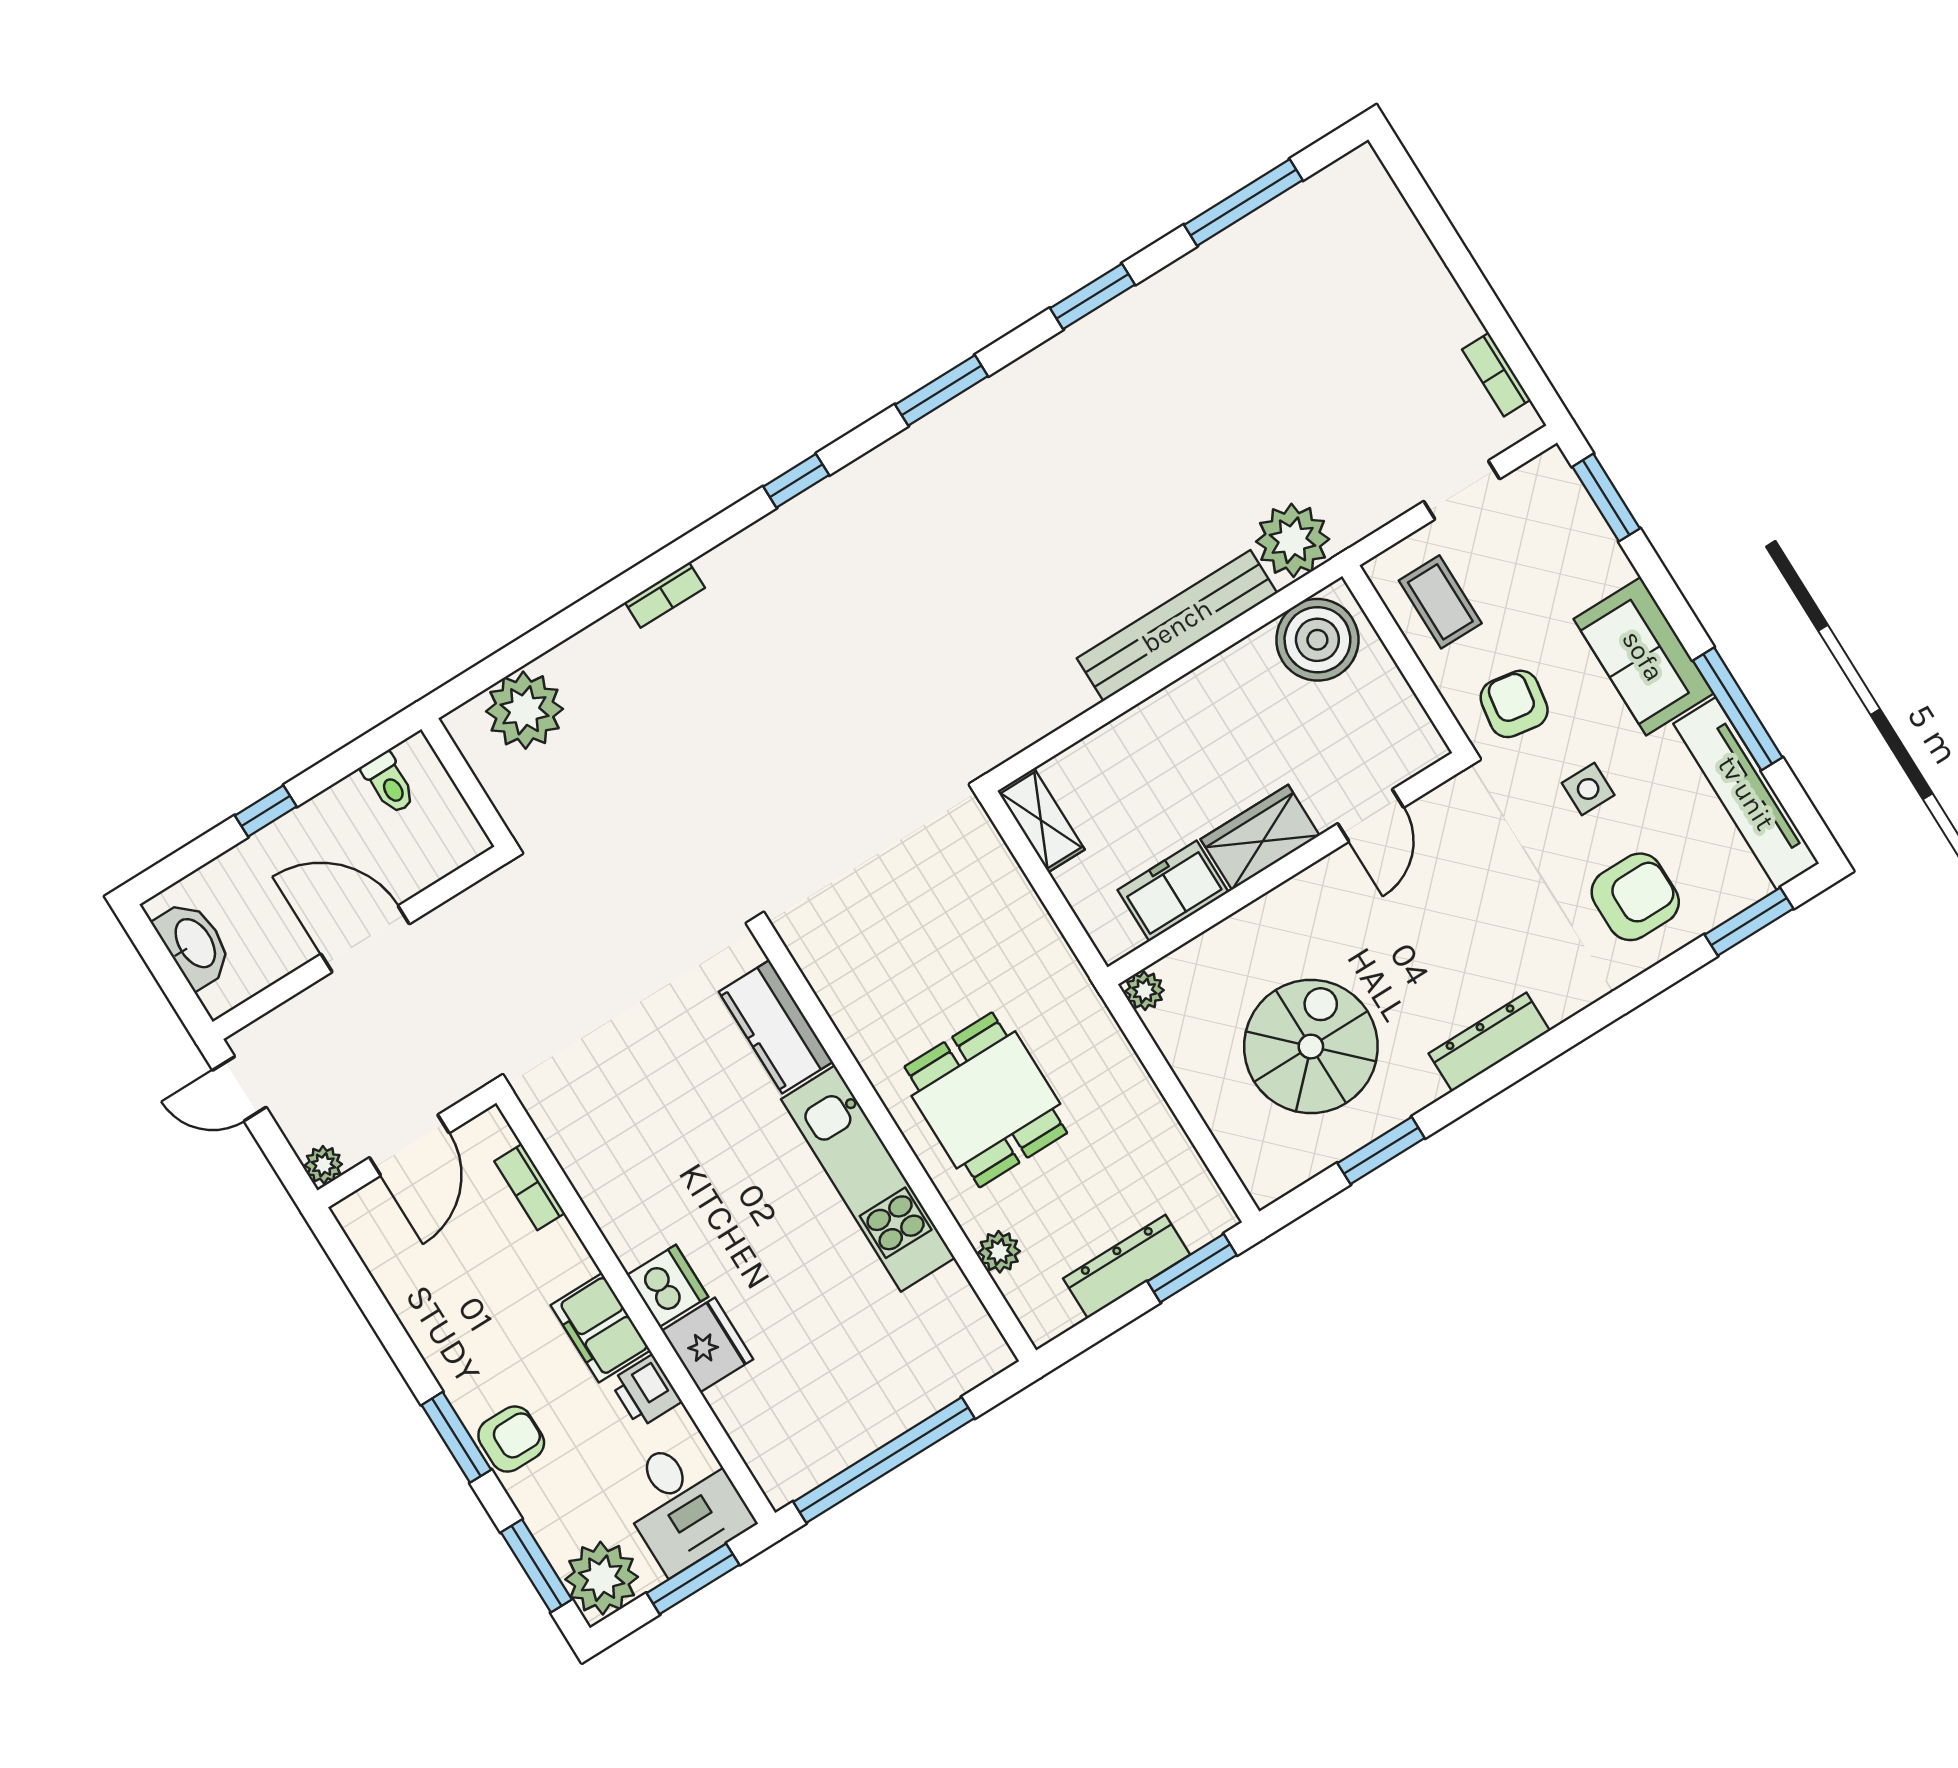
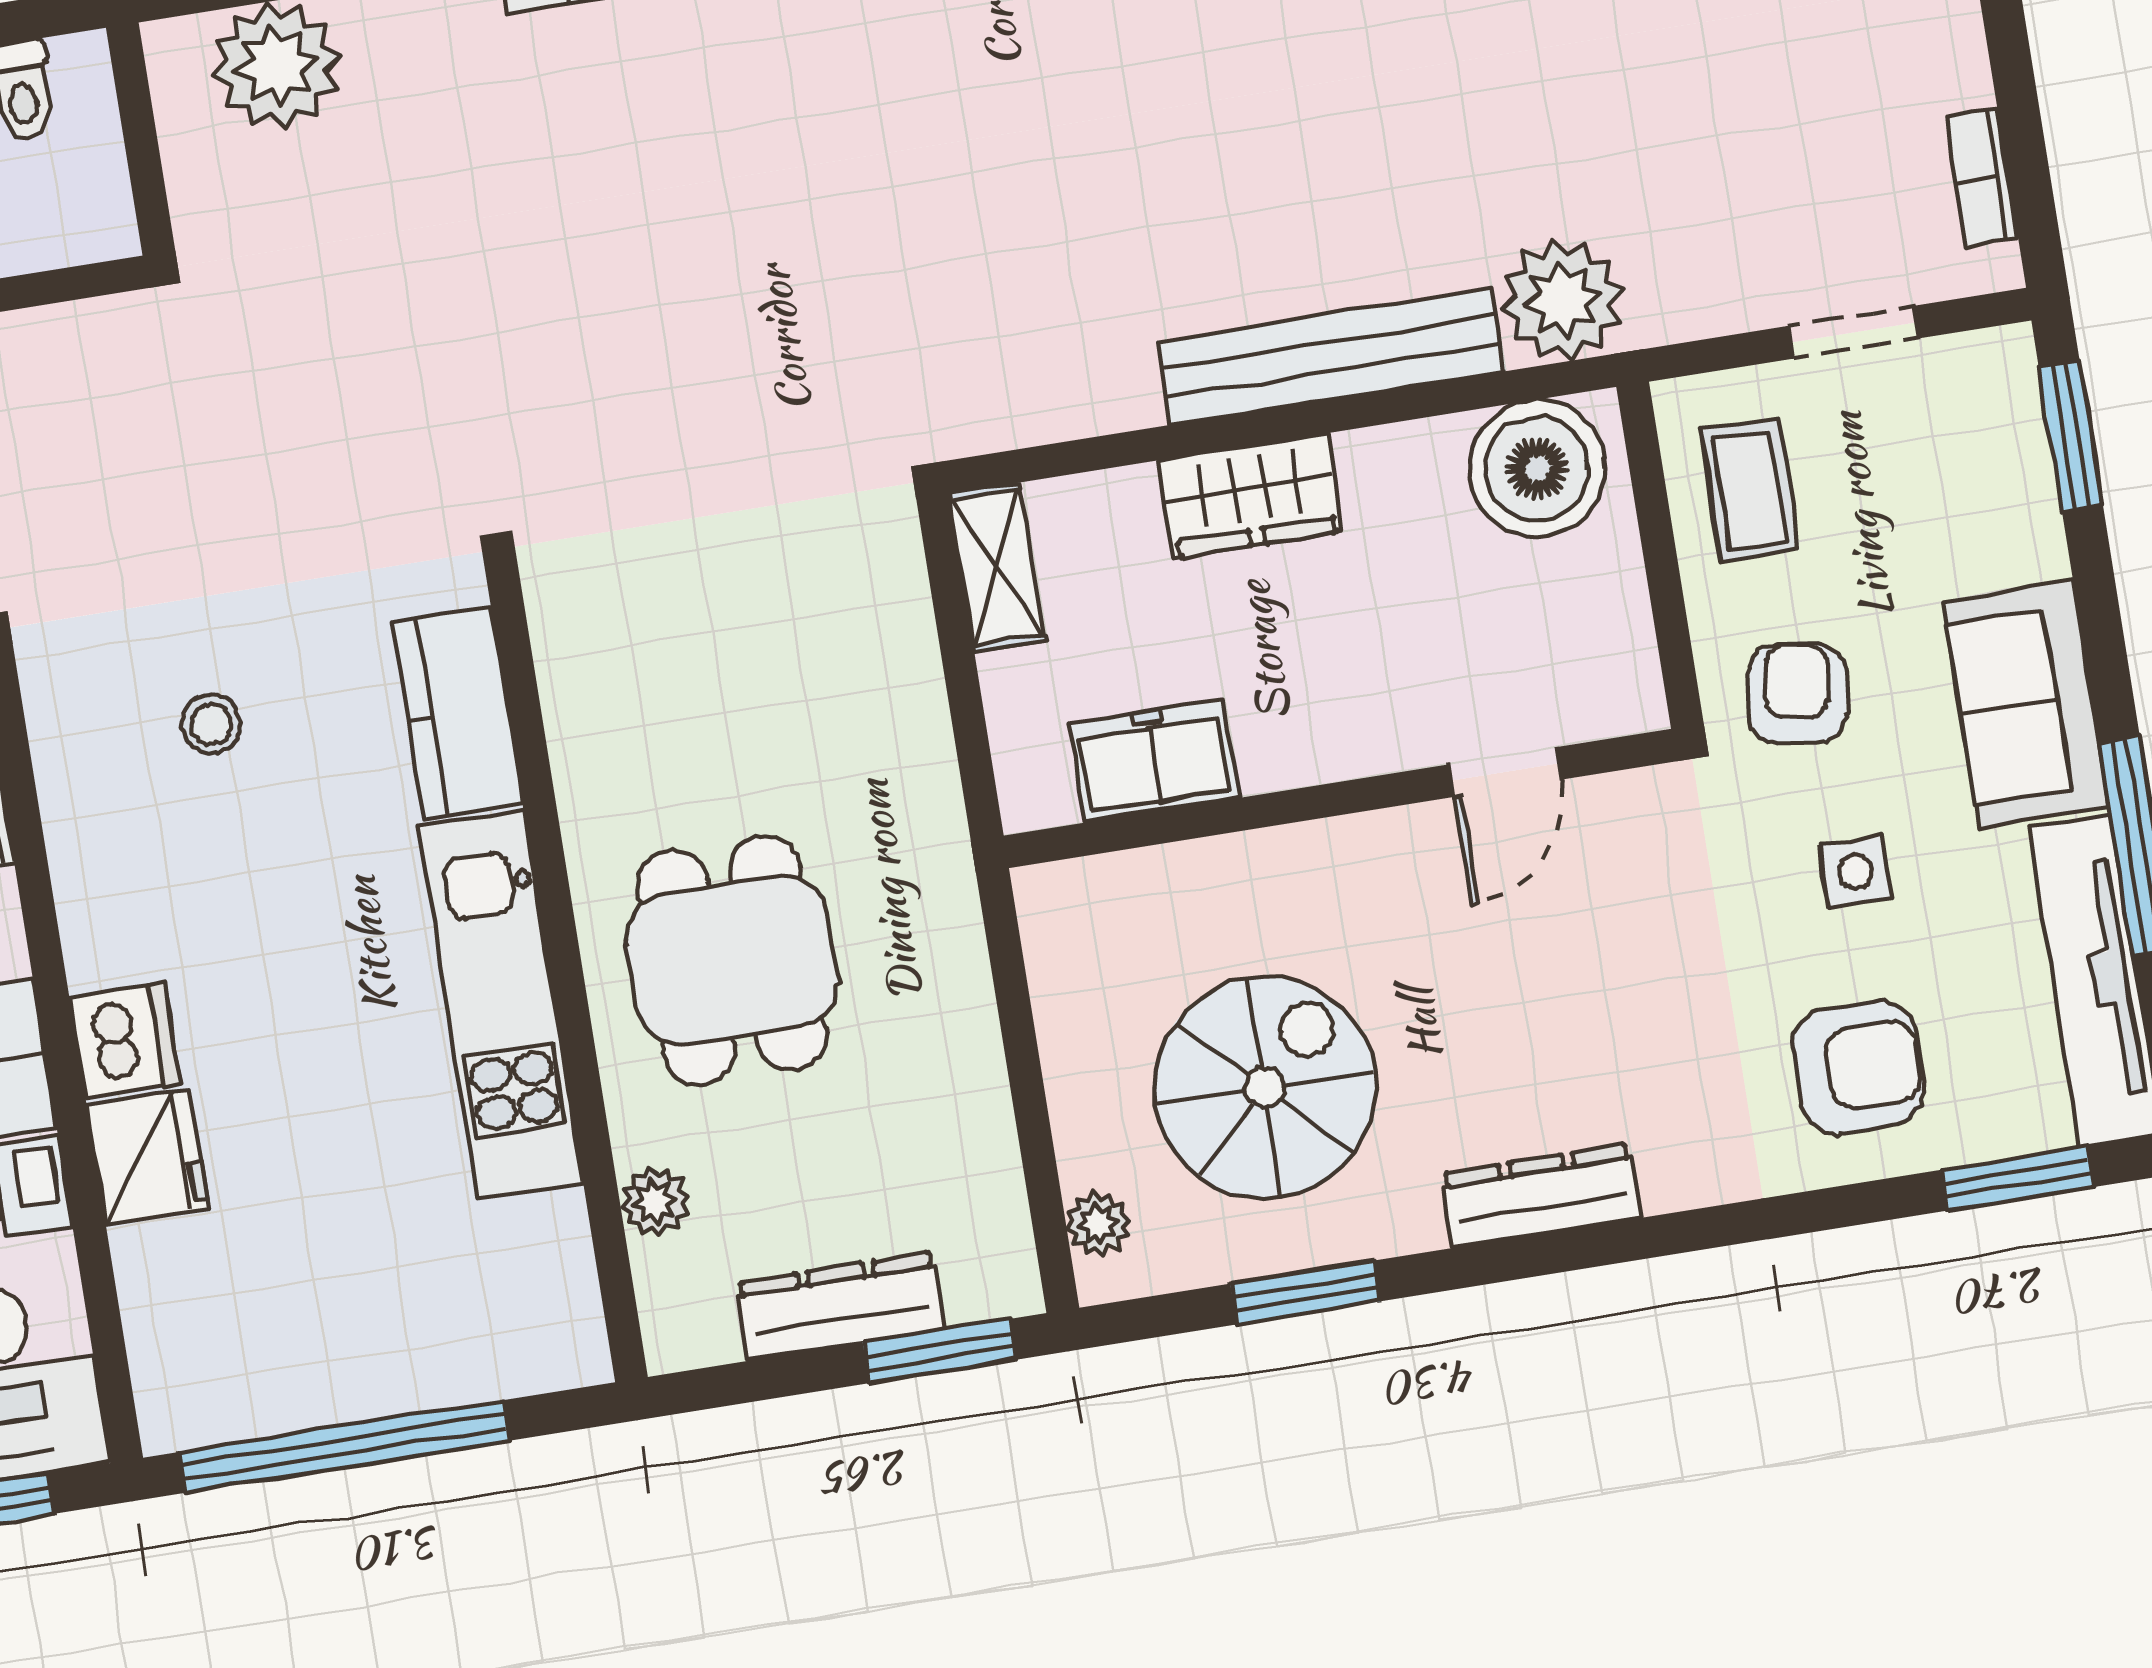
wardrobe: (1260, 837) -> (1250, 496), moved, turned 180
plant: (1144, 991) -> (1098, 1224), moved
stool: (642, 1090) -> (211, 724), added

